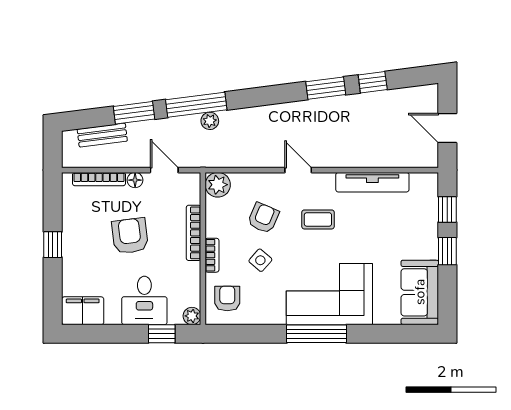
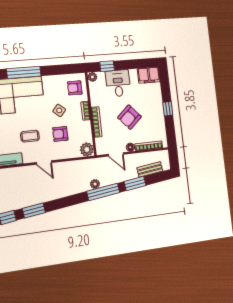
armchair: (263, 218) -> (60, 134), turned 67
armchair: (130, 236) -> (129, 117), turned 55
armchair: (227, 298) -> (75, 88), turned 90

